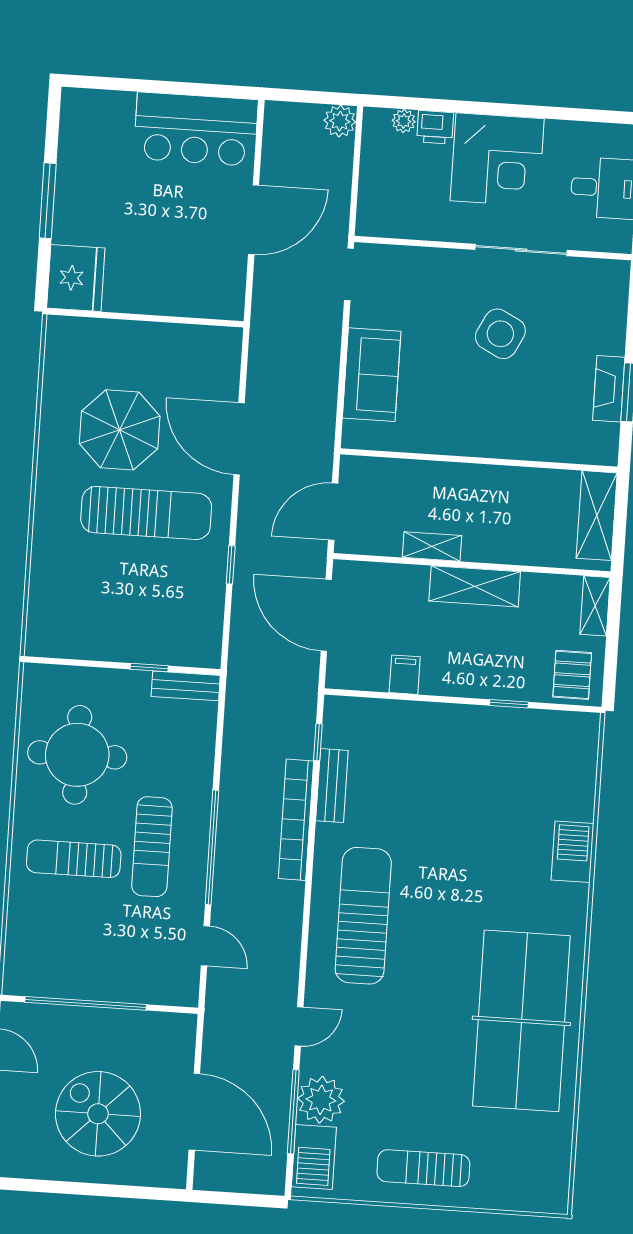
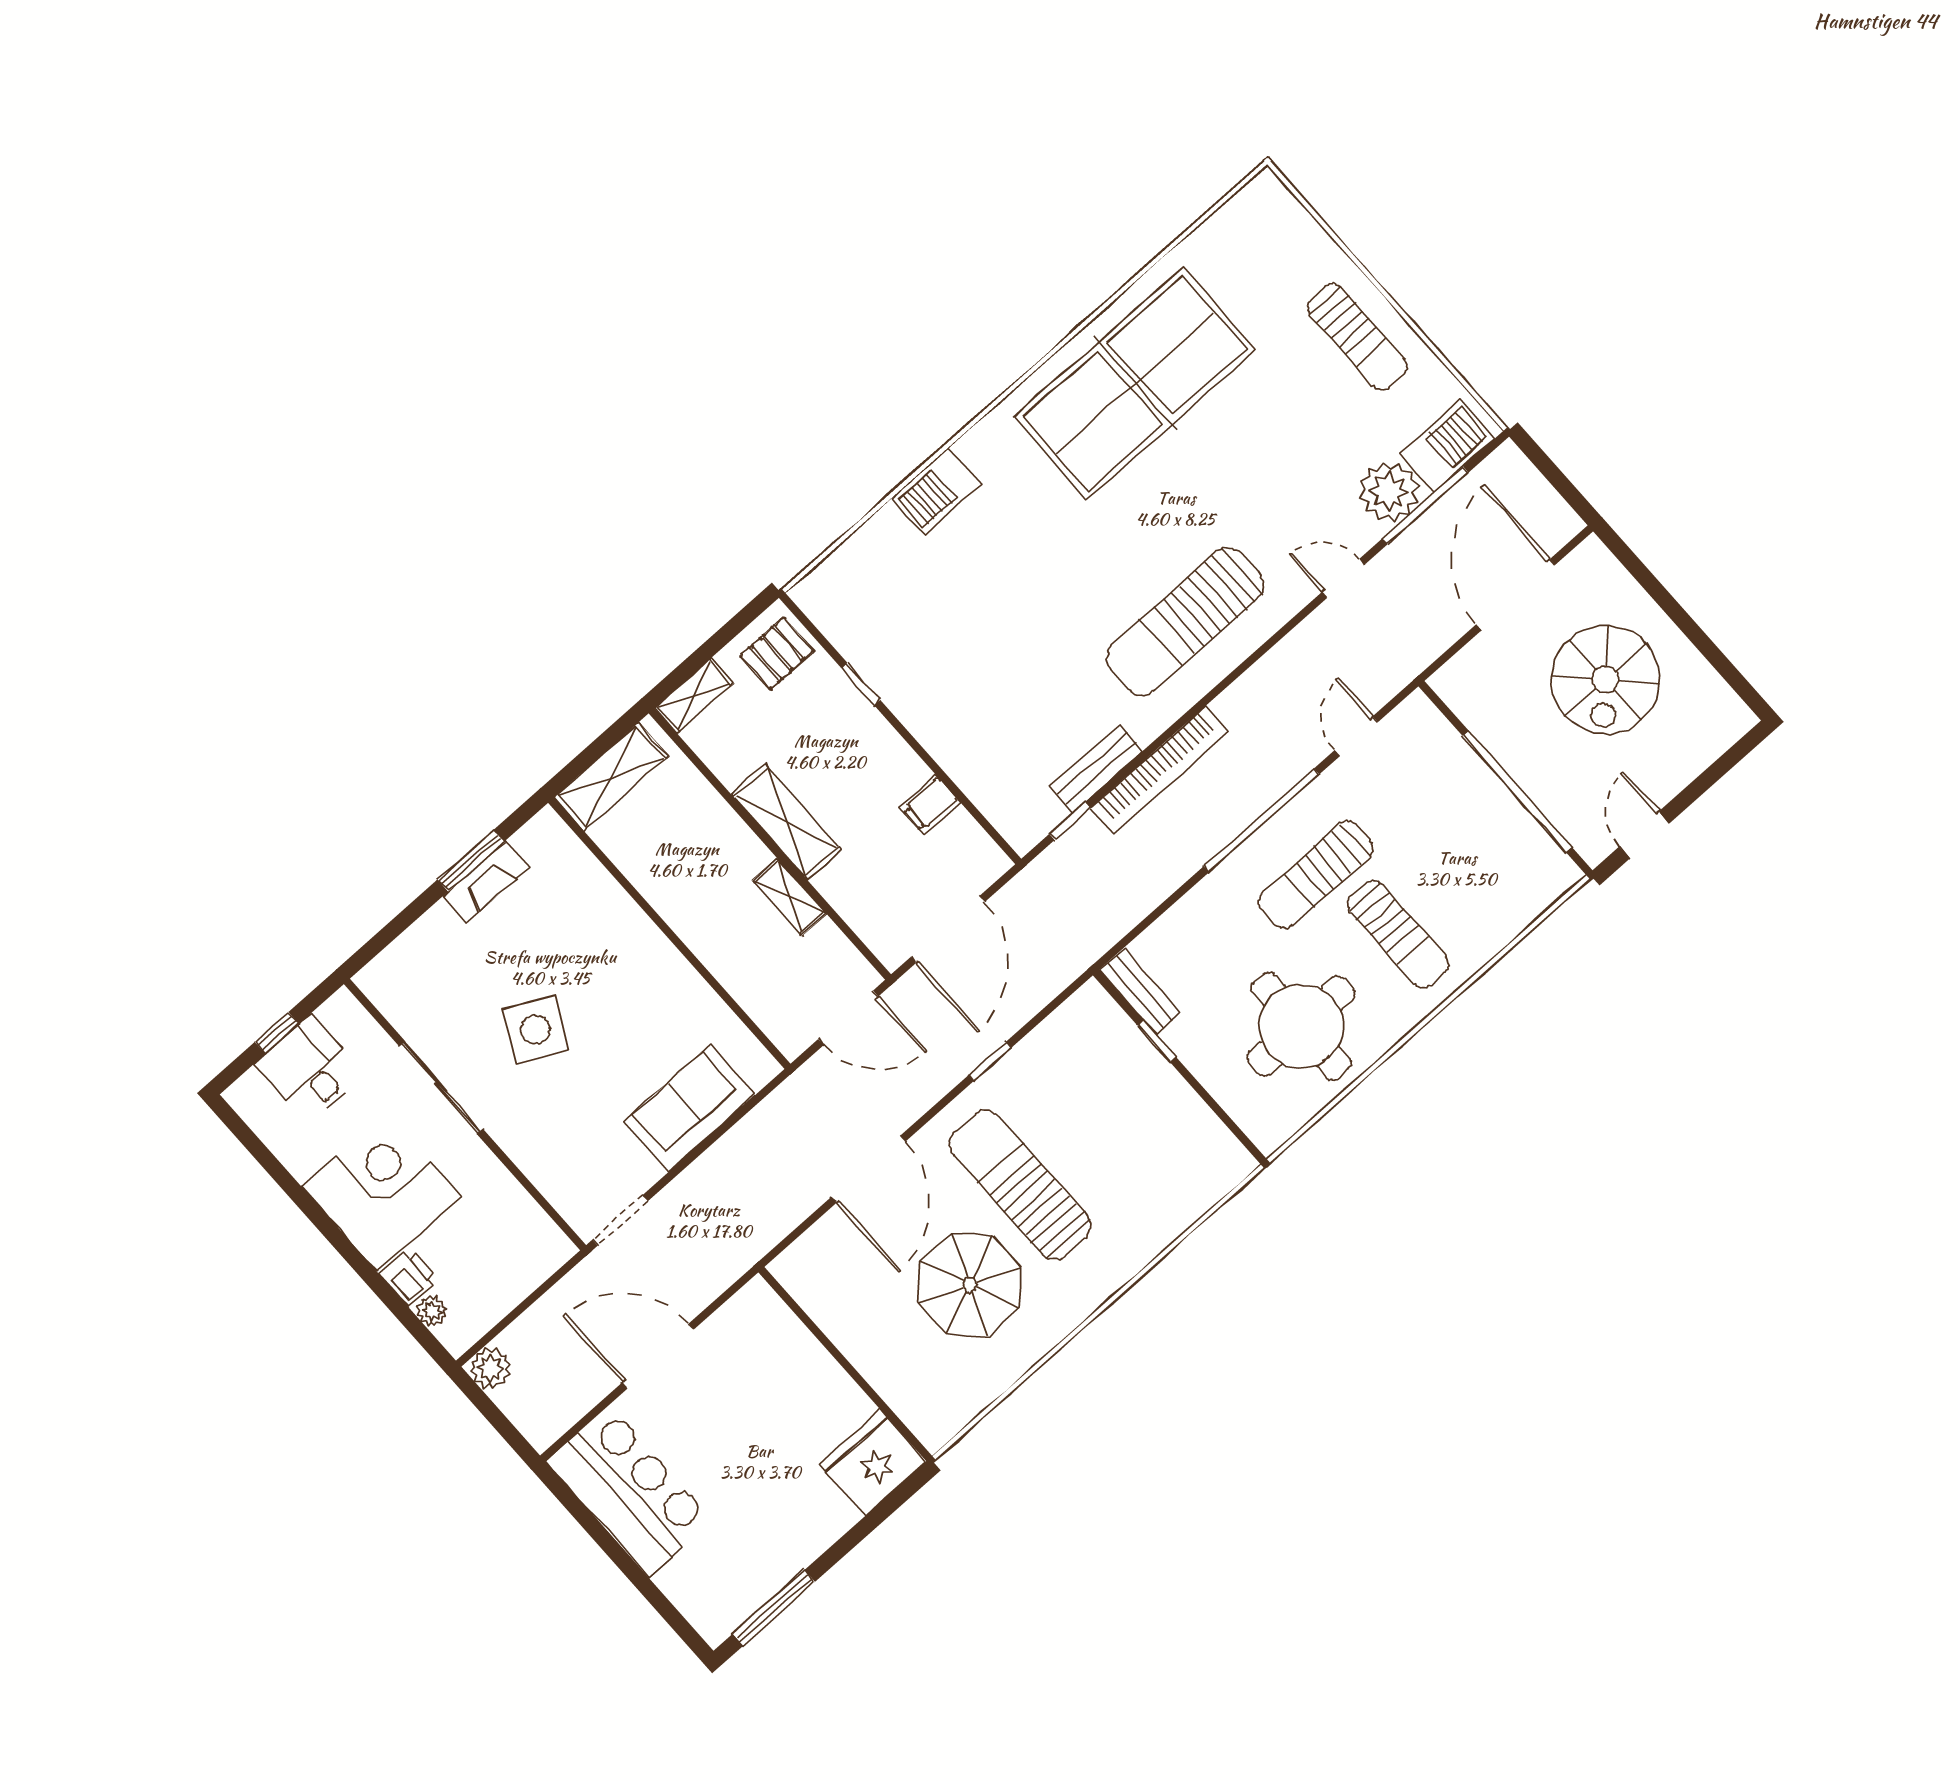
window: (48, 201) -> (774, 1608), moved
sun lounger: (152, 847) -> (1316, 875), turned 180

